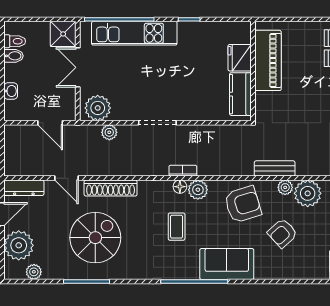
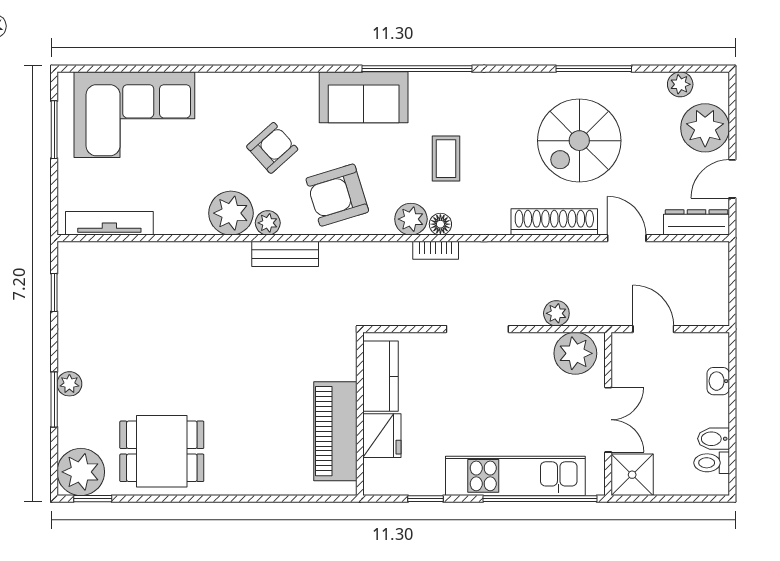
fridge: (240, 58) -> (382, 436), moved
piano: (268, 60) -> (335, 431), moved
wall: (253, 71) -> (360, 414), moved
kitchen counter: (240, 94) -> (381, 376), moved

